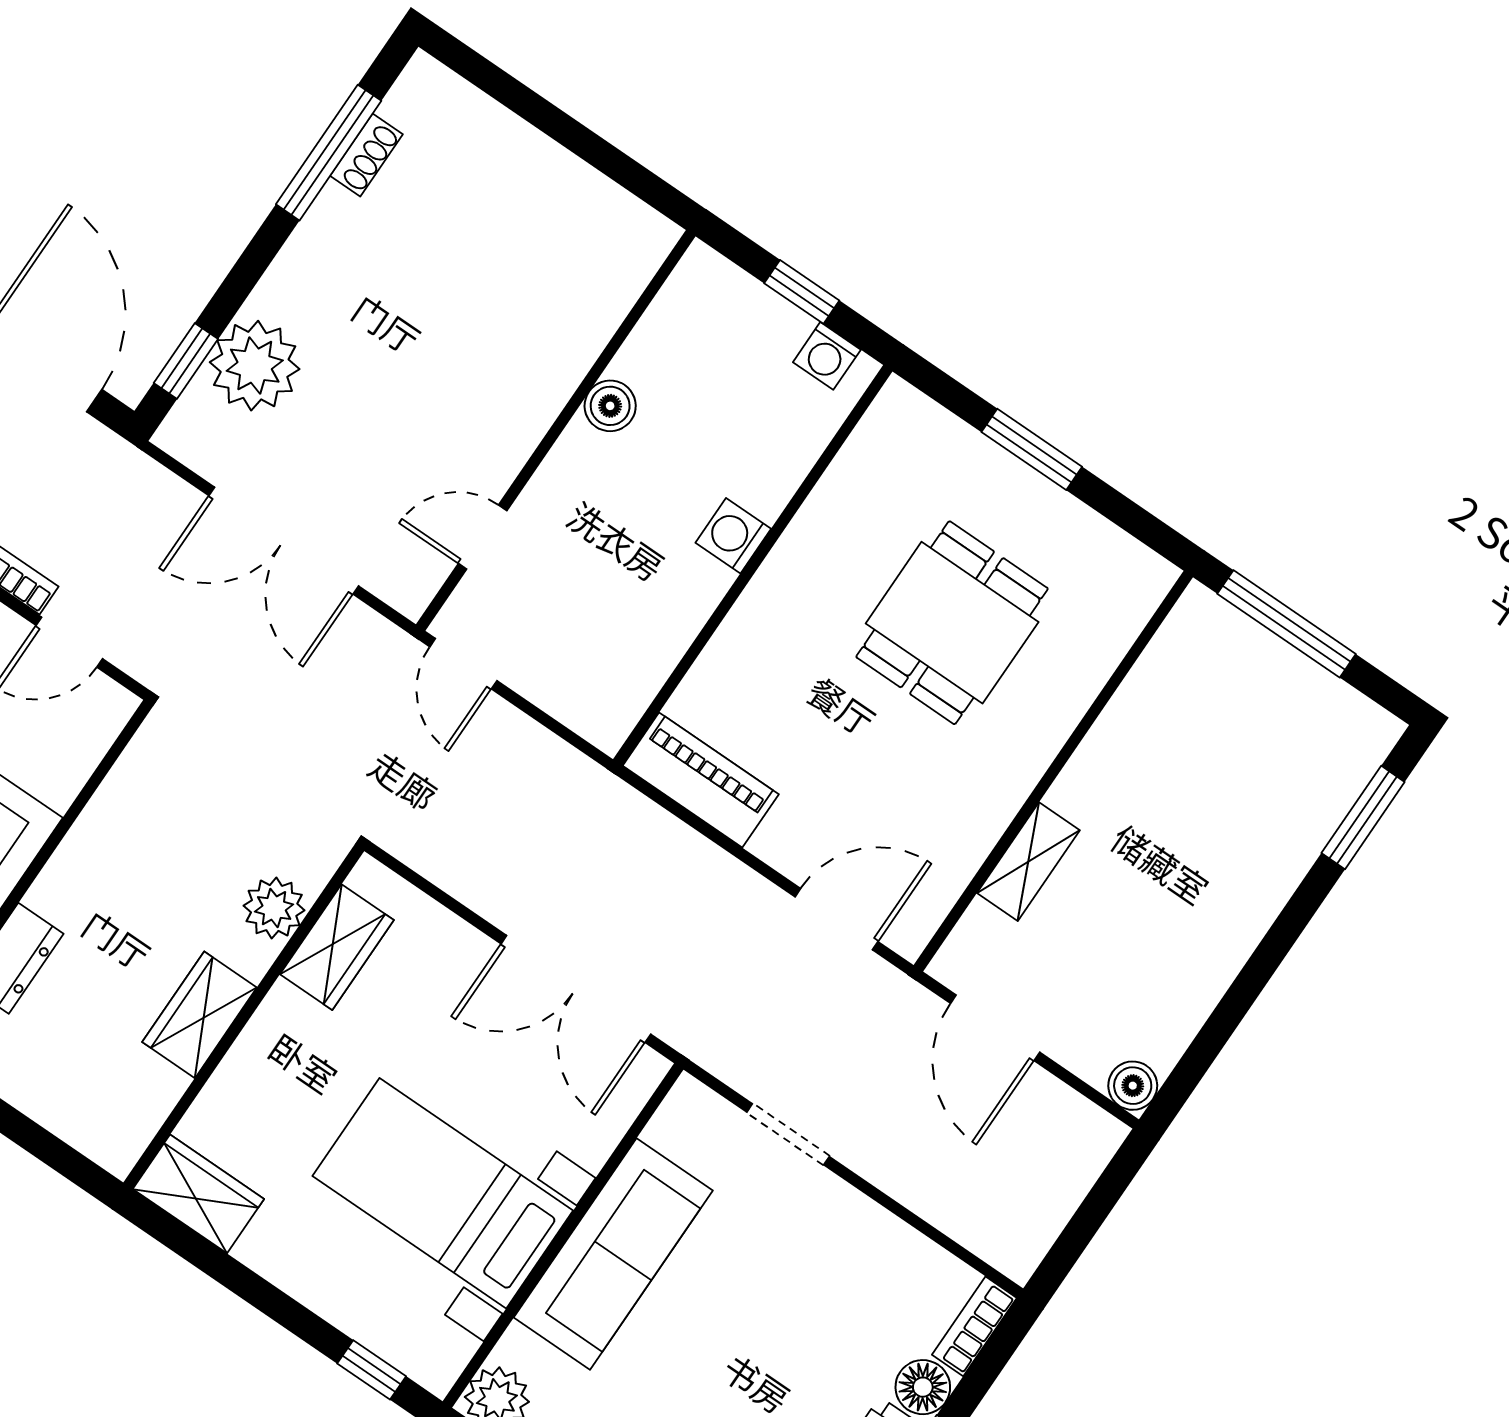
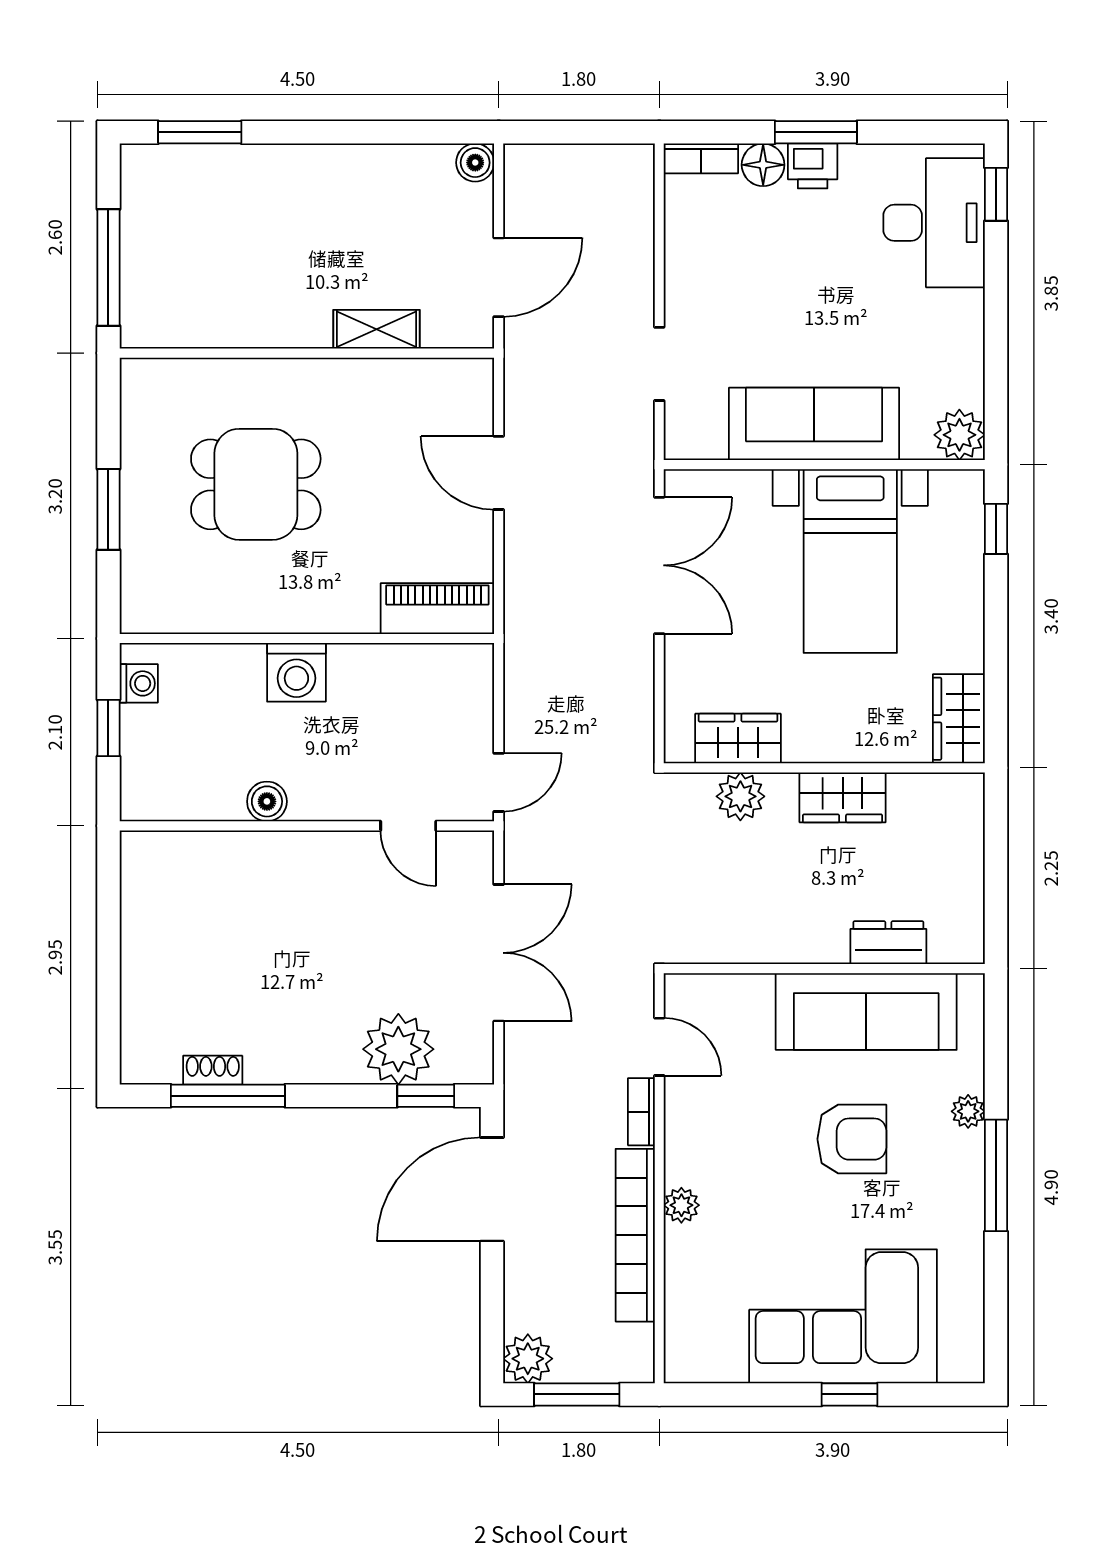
washing machine: (733, 536) -> (296, 672), width x1.38, depth x1.38
piano: (701, 780) -> (437, 609), moved, turned 90
door: (836, 919) -> (499, 473), moved

